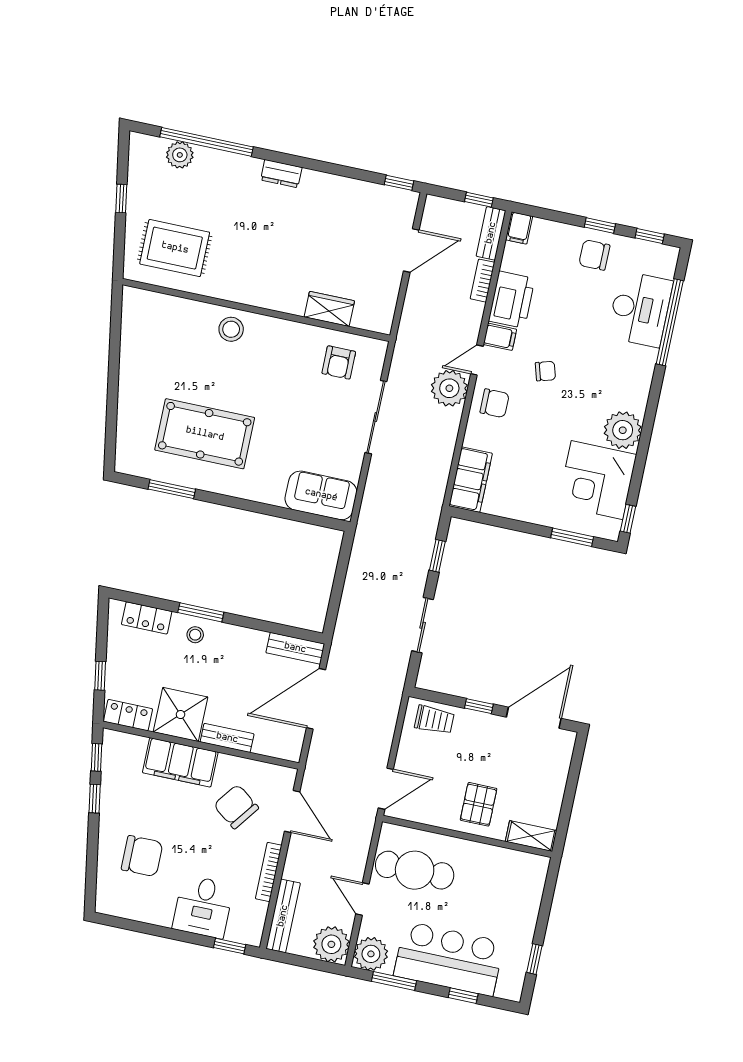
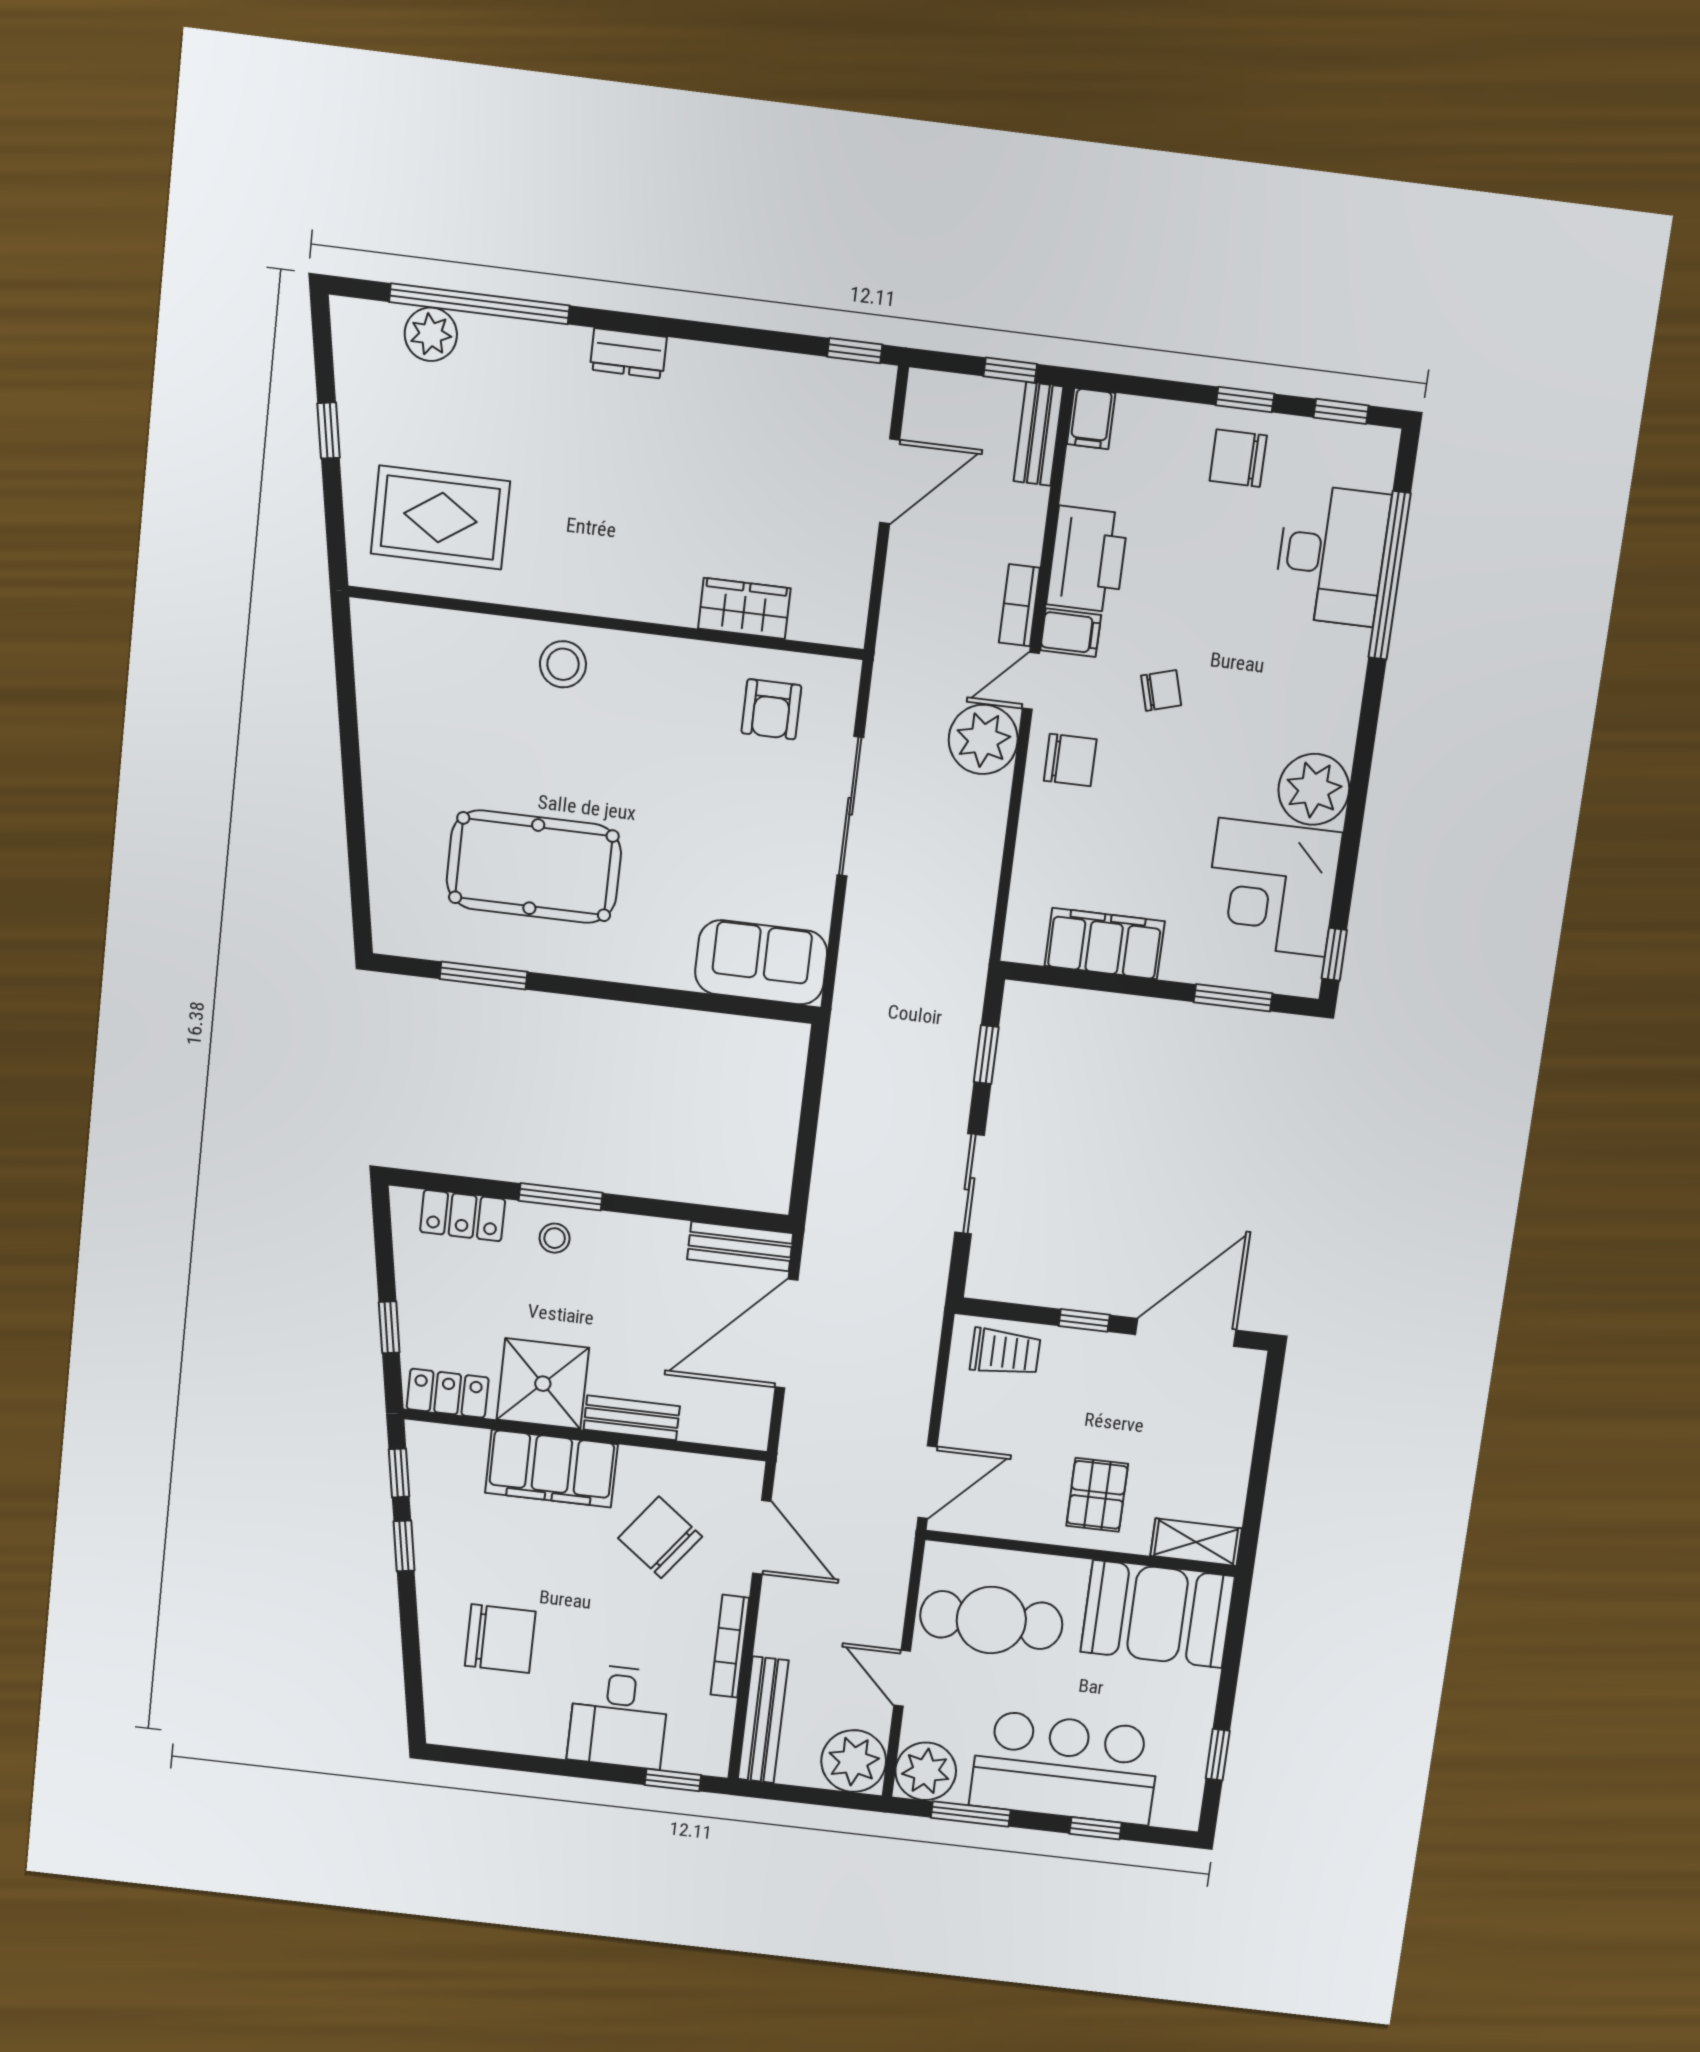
bookcase: (482, 281) -> (1019, 605), moved
filing cabinet: (471, 480) -> (1105, 944), moved, turned -90
booth: (507, 875) -> (1158, 1614), added

